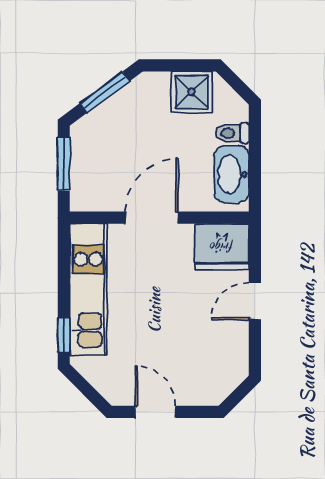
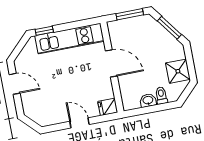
washbasin: (232, 174) -> (148, 100), width x0.52, depth x0.69
fridge: (222, 247) -> (108, 107), width x0.53, depth x0.75
door: (155, 412) -> (15, 84), hinge flipped

